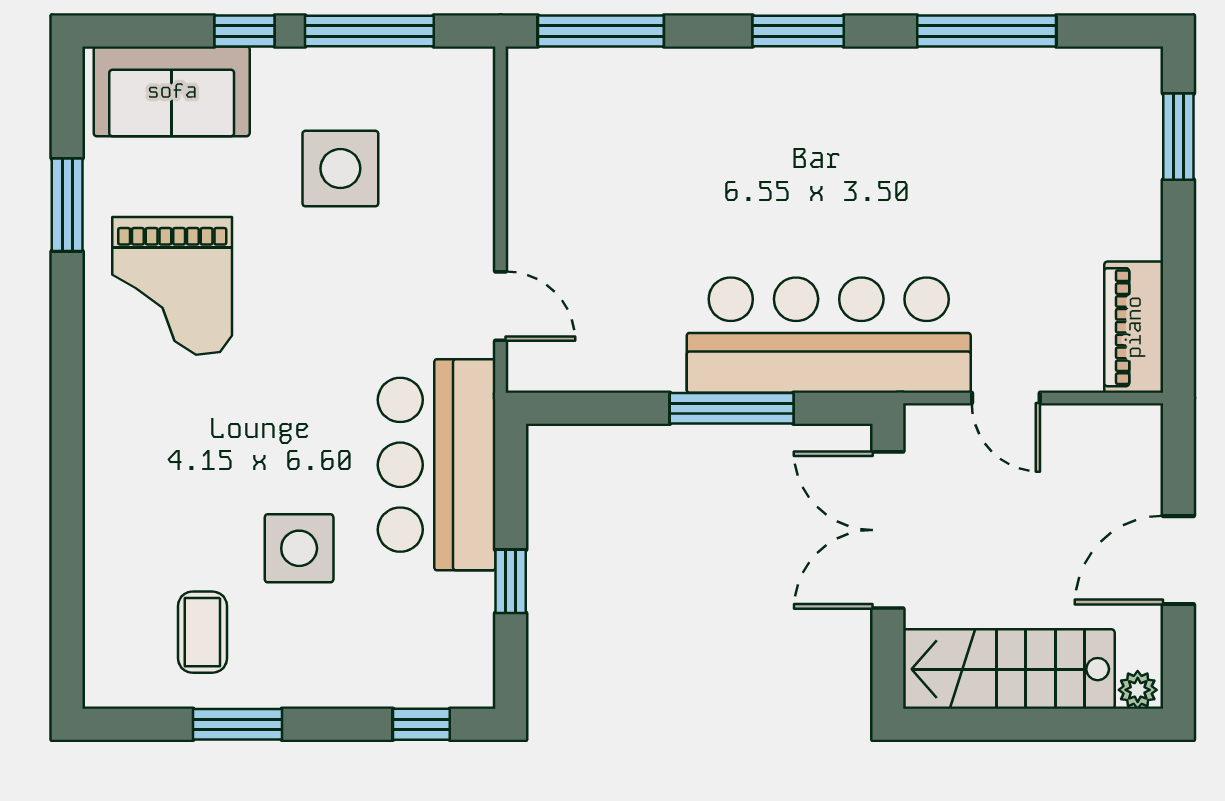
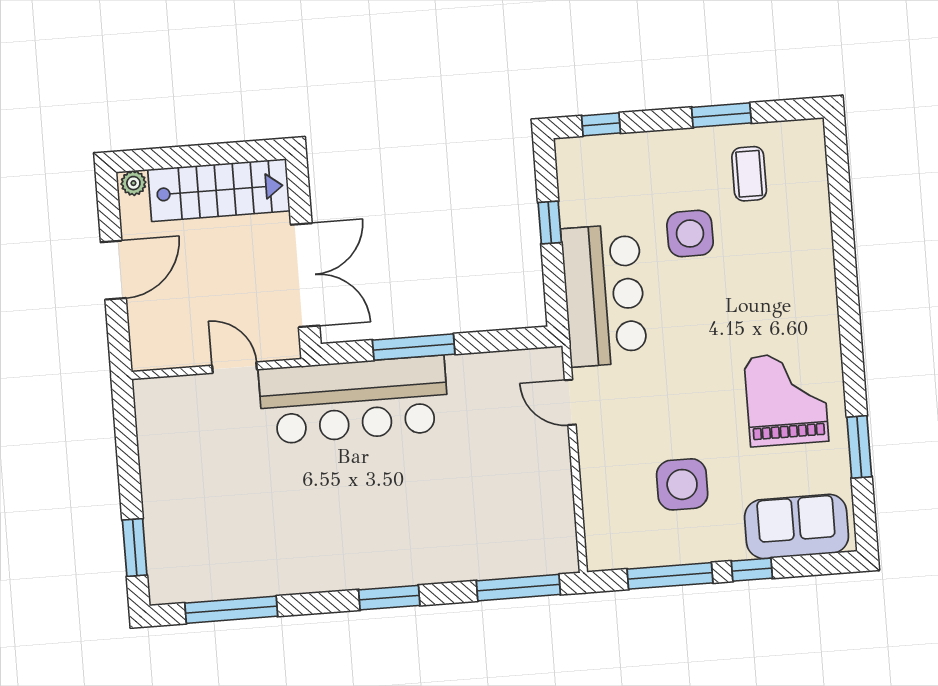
window: (987, 31) -> (231, 610), moved
piano: (1134, 327) -> (154, 420), removed

